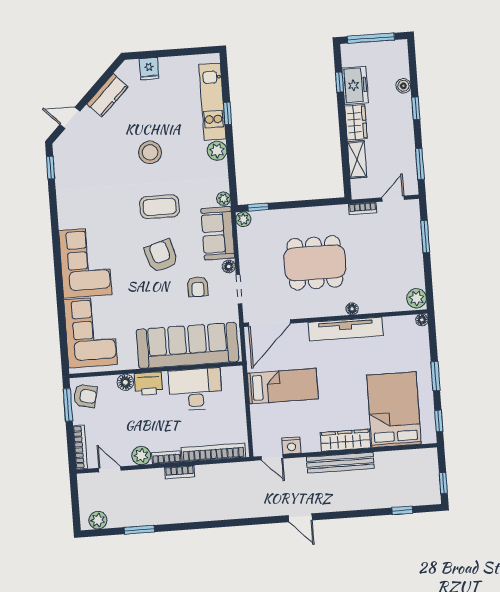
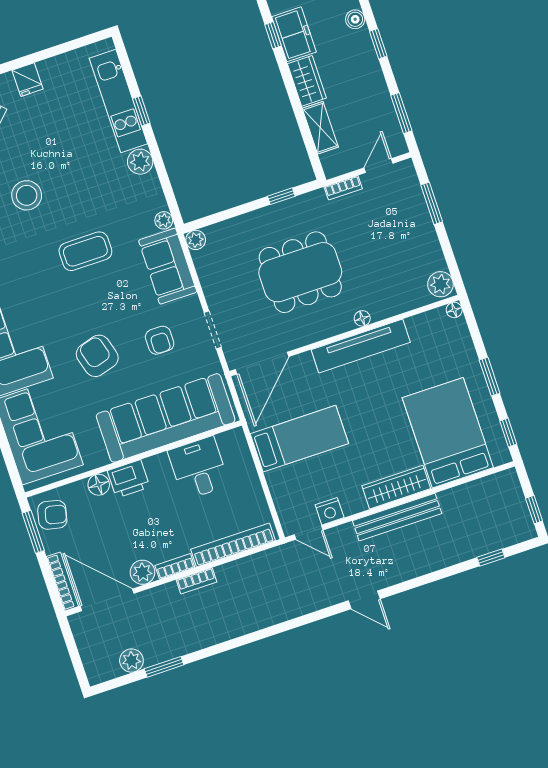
stool: (150, 152) -> (27, 195), moved
window: (258, 207) -> (281, 196), moved
armchair: (161, 256) -> (97, 356), moved
floor lamp: (229, 266) -> (192, 304), removed
desk: (195, 389) -> (199, 468), width x0.73
door: (110, 469) -> (107, 600), width x1.87
plant: (98, 520) -> (131, 661), moved

